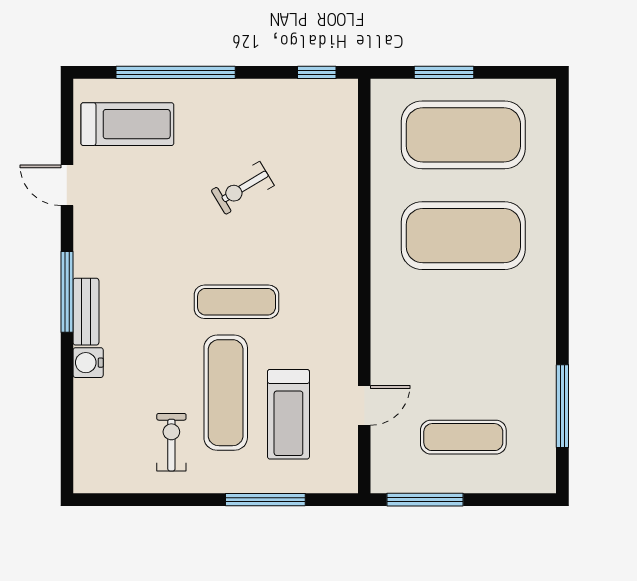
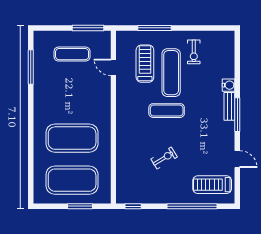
door: (364, 405) -> (113, 67), hinge flipped

